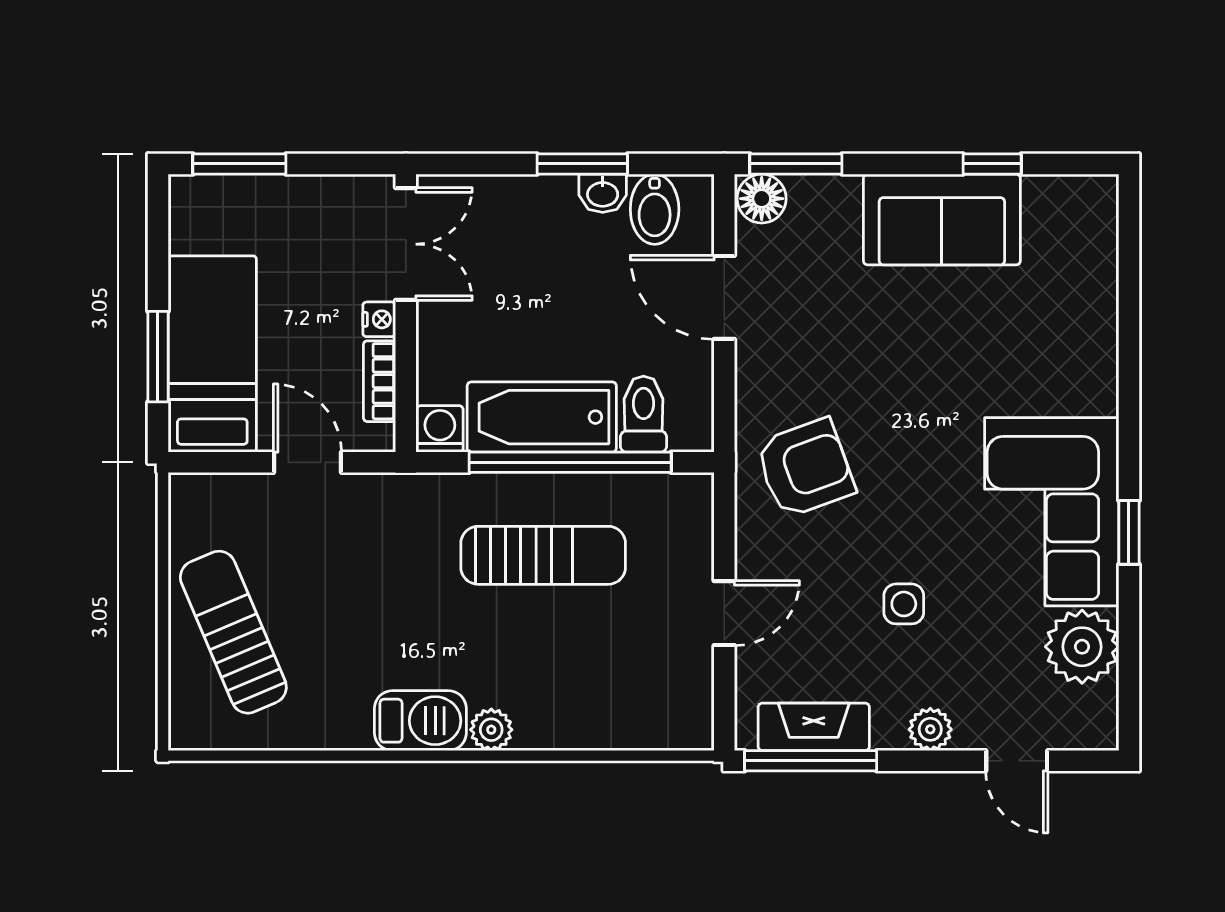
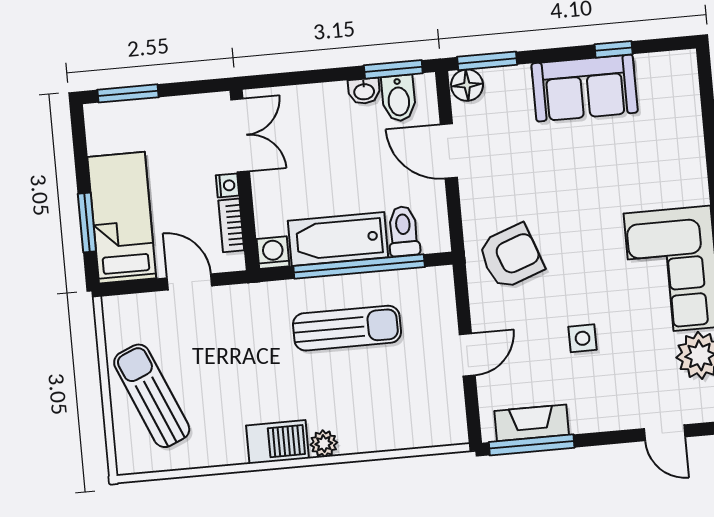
window: (582, 164) -> (393, 69), moved
plant: (930, 729) -> (607, 418), removed

